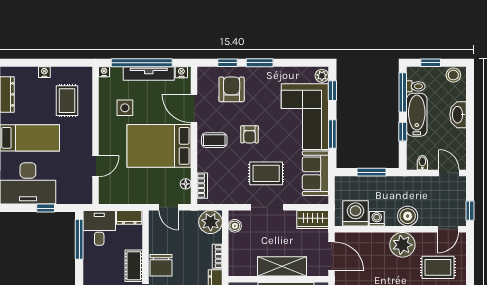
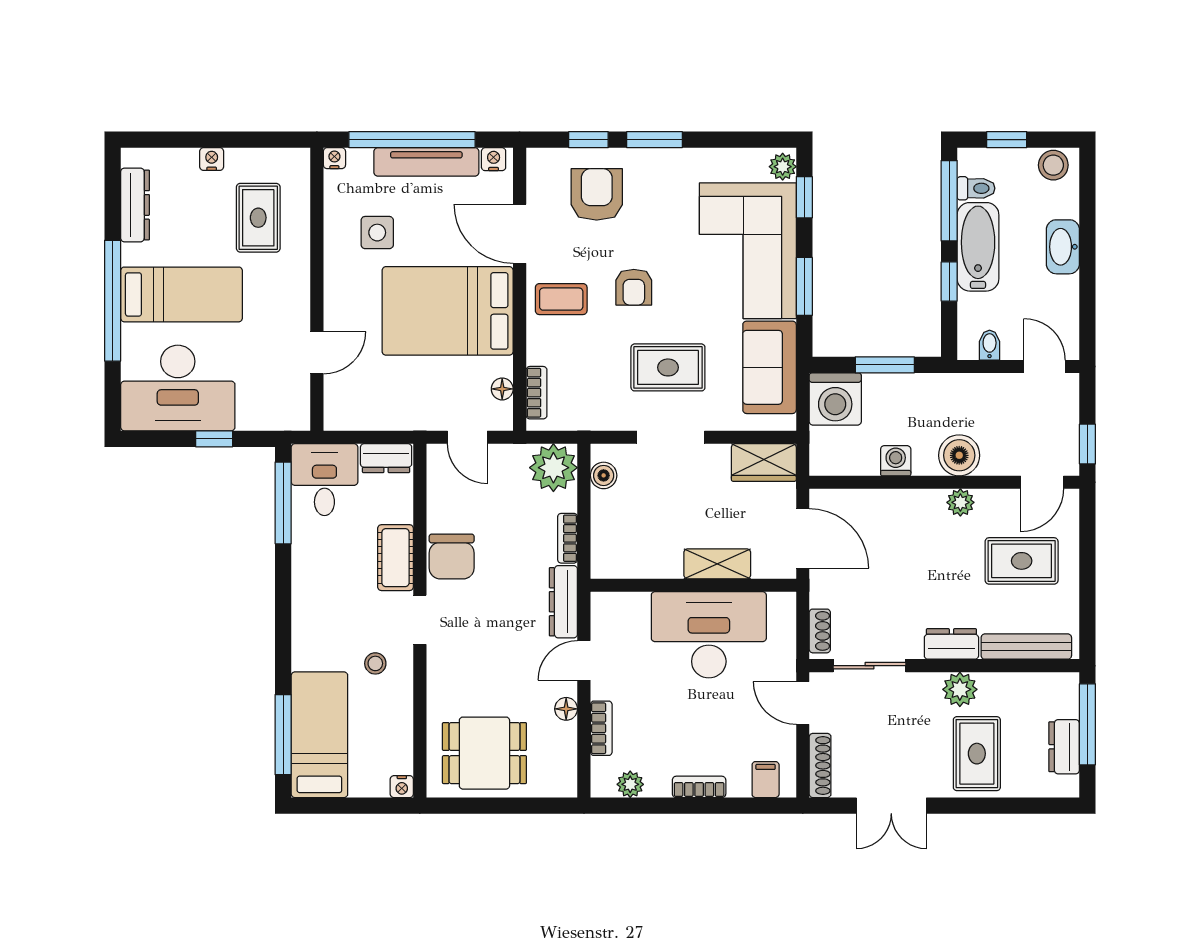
washing machine: (356, 213) -> (835, 399), moved, turned 180
plant: (402, 245) -> (960, 502), width x0.53, depth x0.53
shelving: (282, 266) -> (717, 564), width x0.67, depth x0.75

